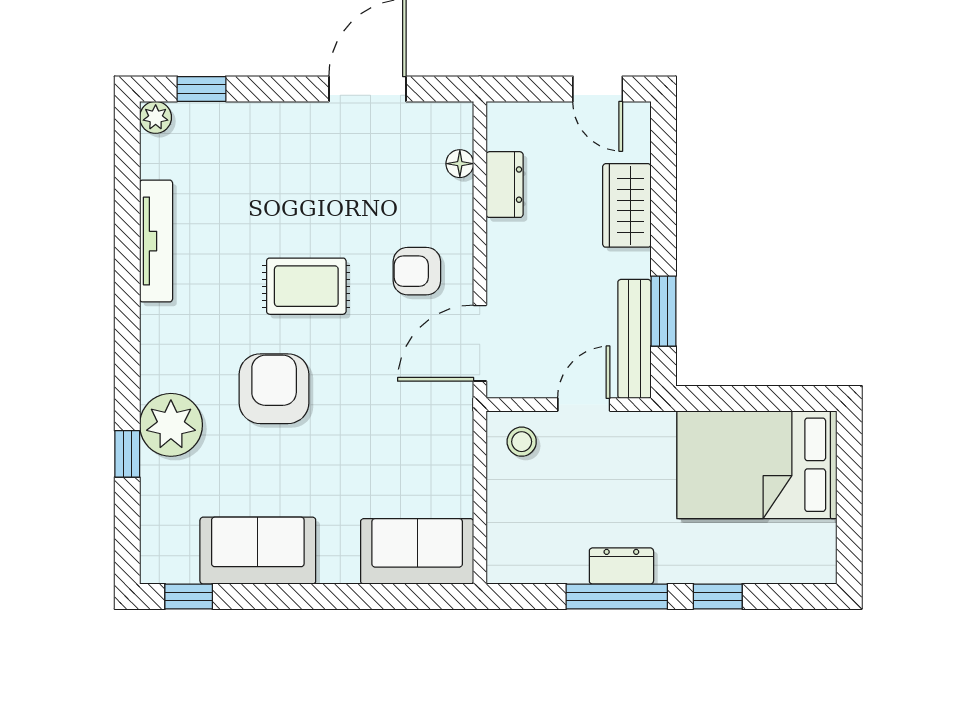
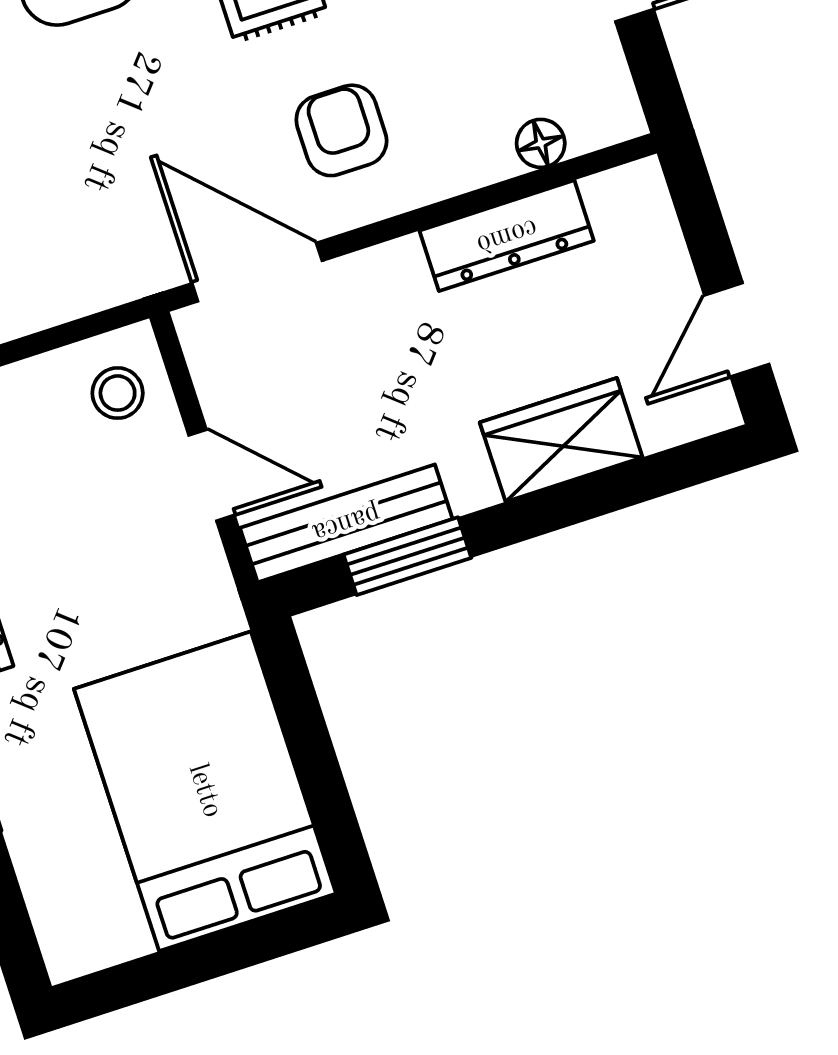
dresser: (505, 185) -> (507, 236), width x1.44

